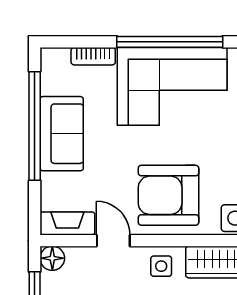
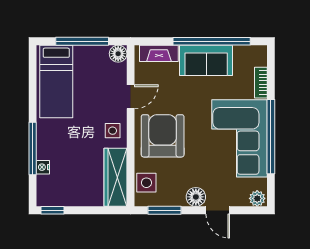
fireplace: (67, 223) -> (159, 53), moved, turned 90

